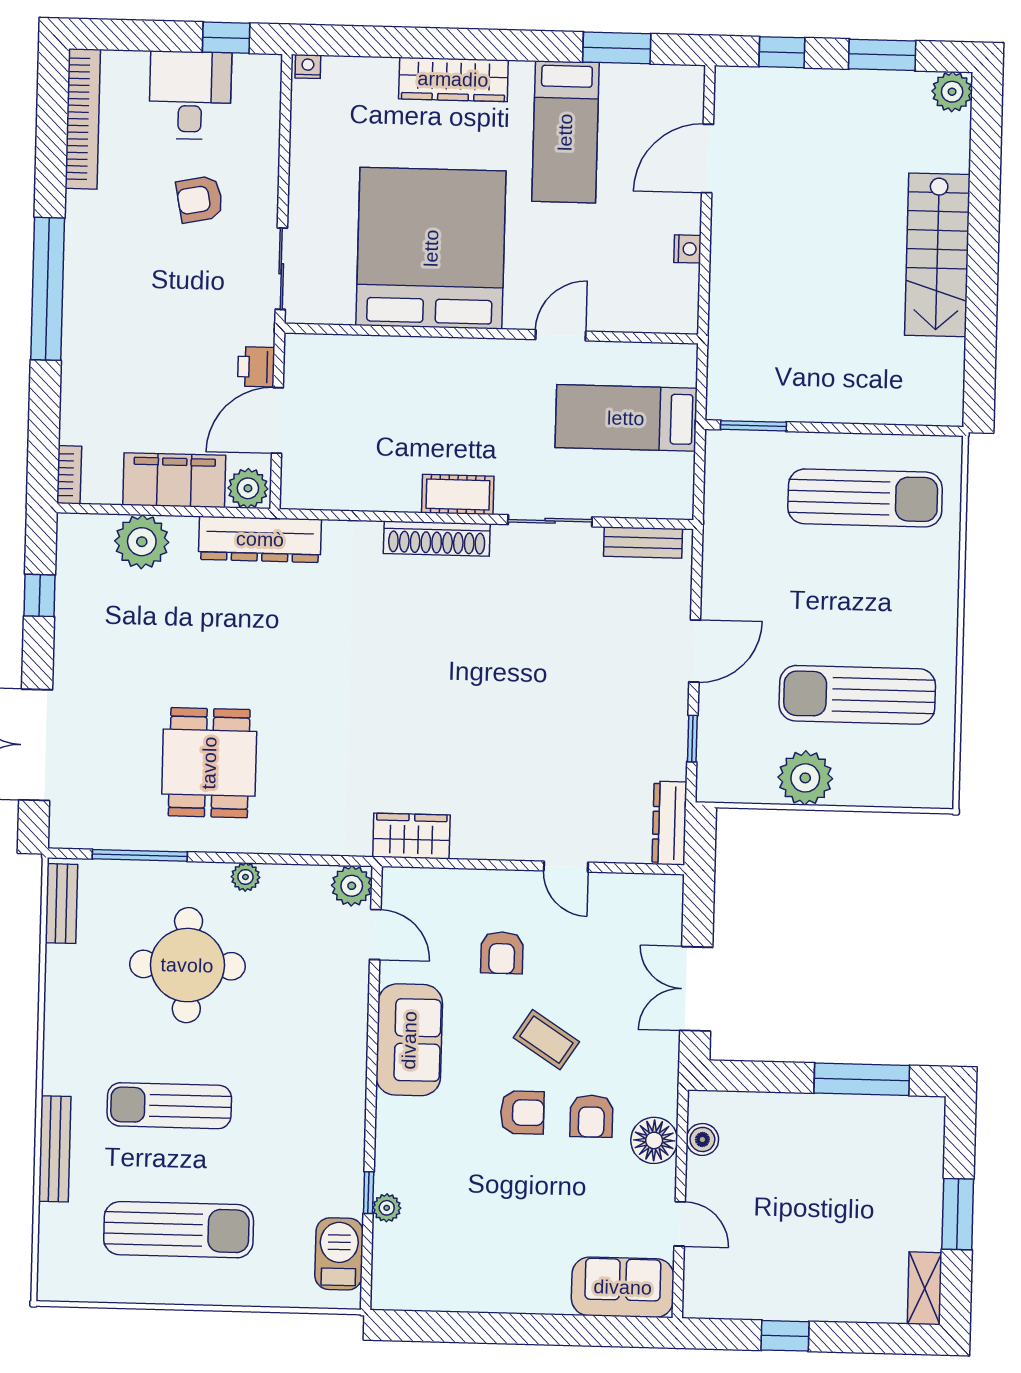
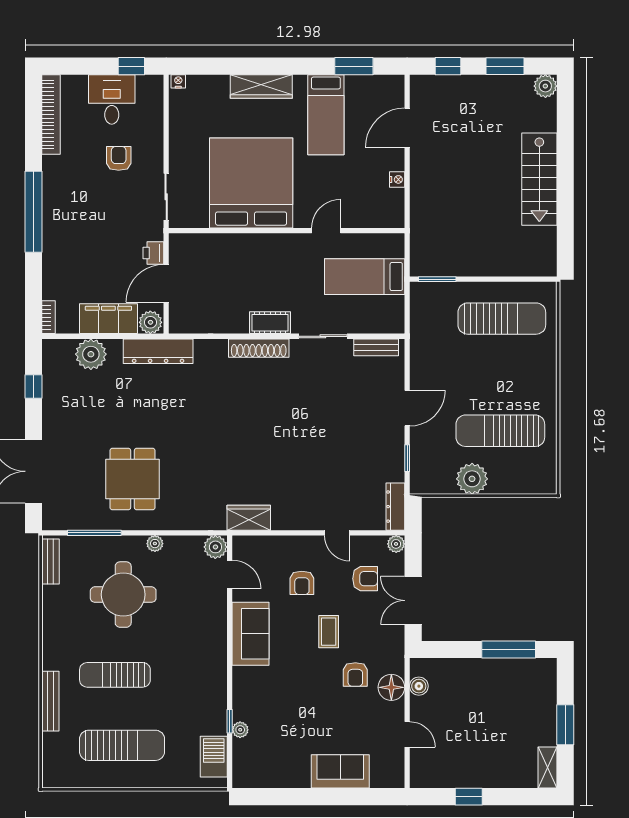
armchair: (200, 199) -> (119, 158), turned 101
plant: (669, 889) -> (396, 544), added
coffee table: (546, 1040) -> (329, 632), turned 57
armchair: (522, 1112) -> (365, 579), moved
sofa: (623, 1287) -> (340, 771), moved

